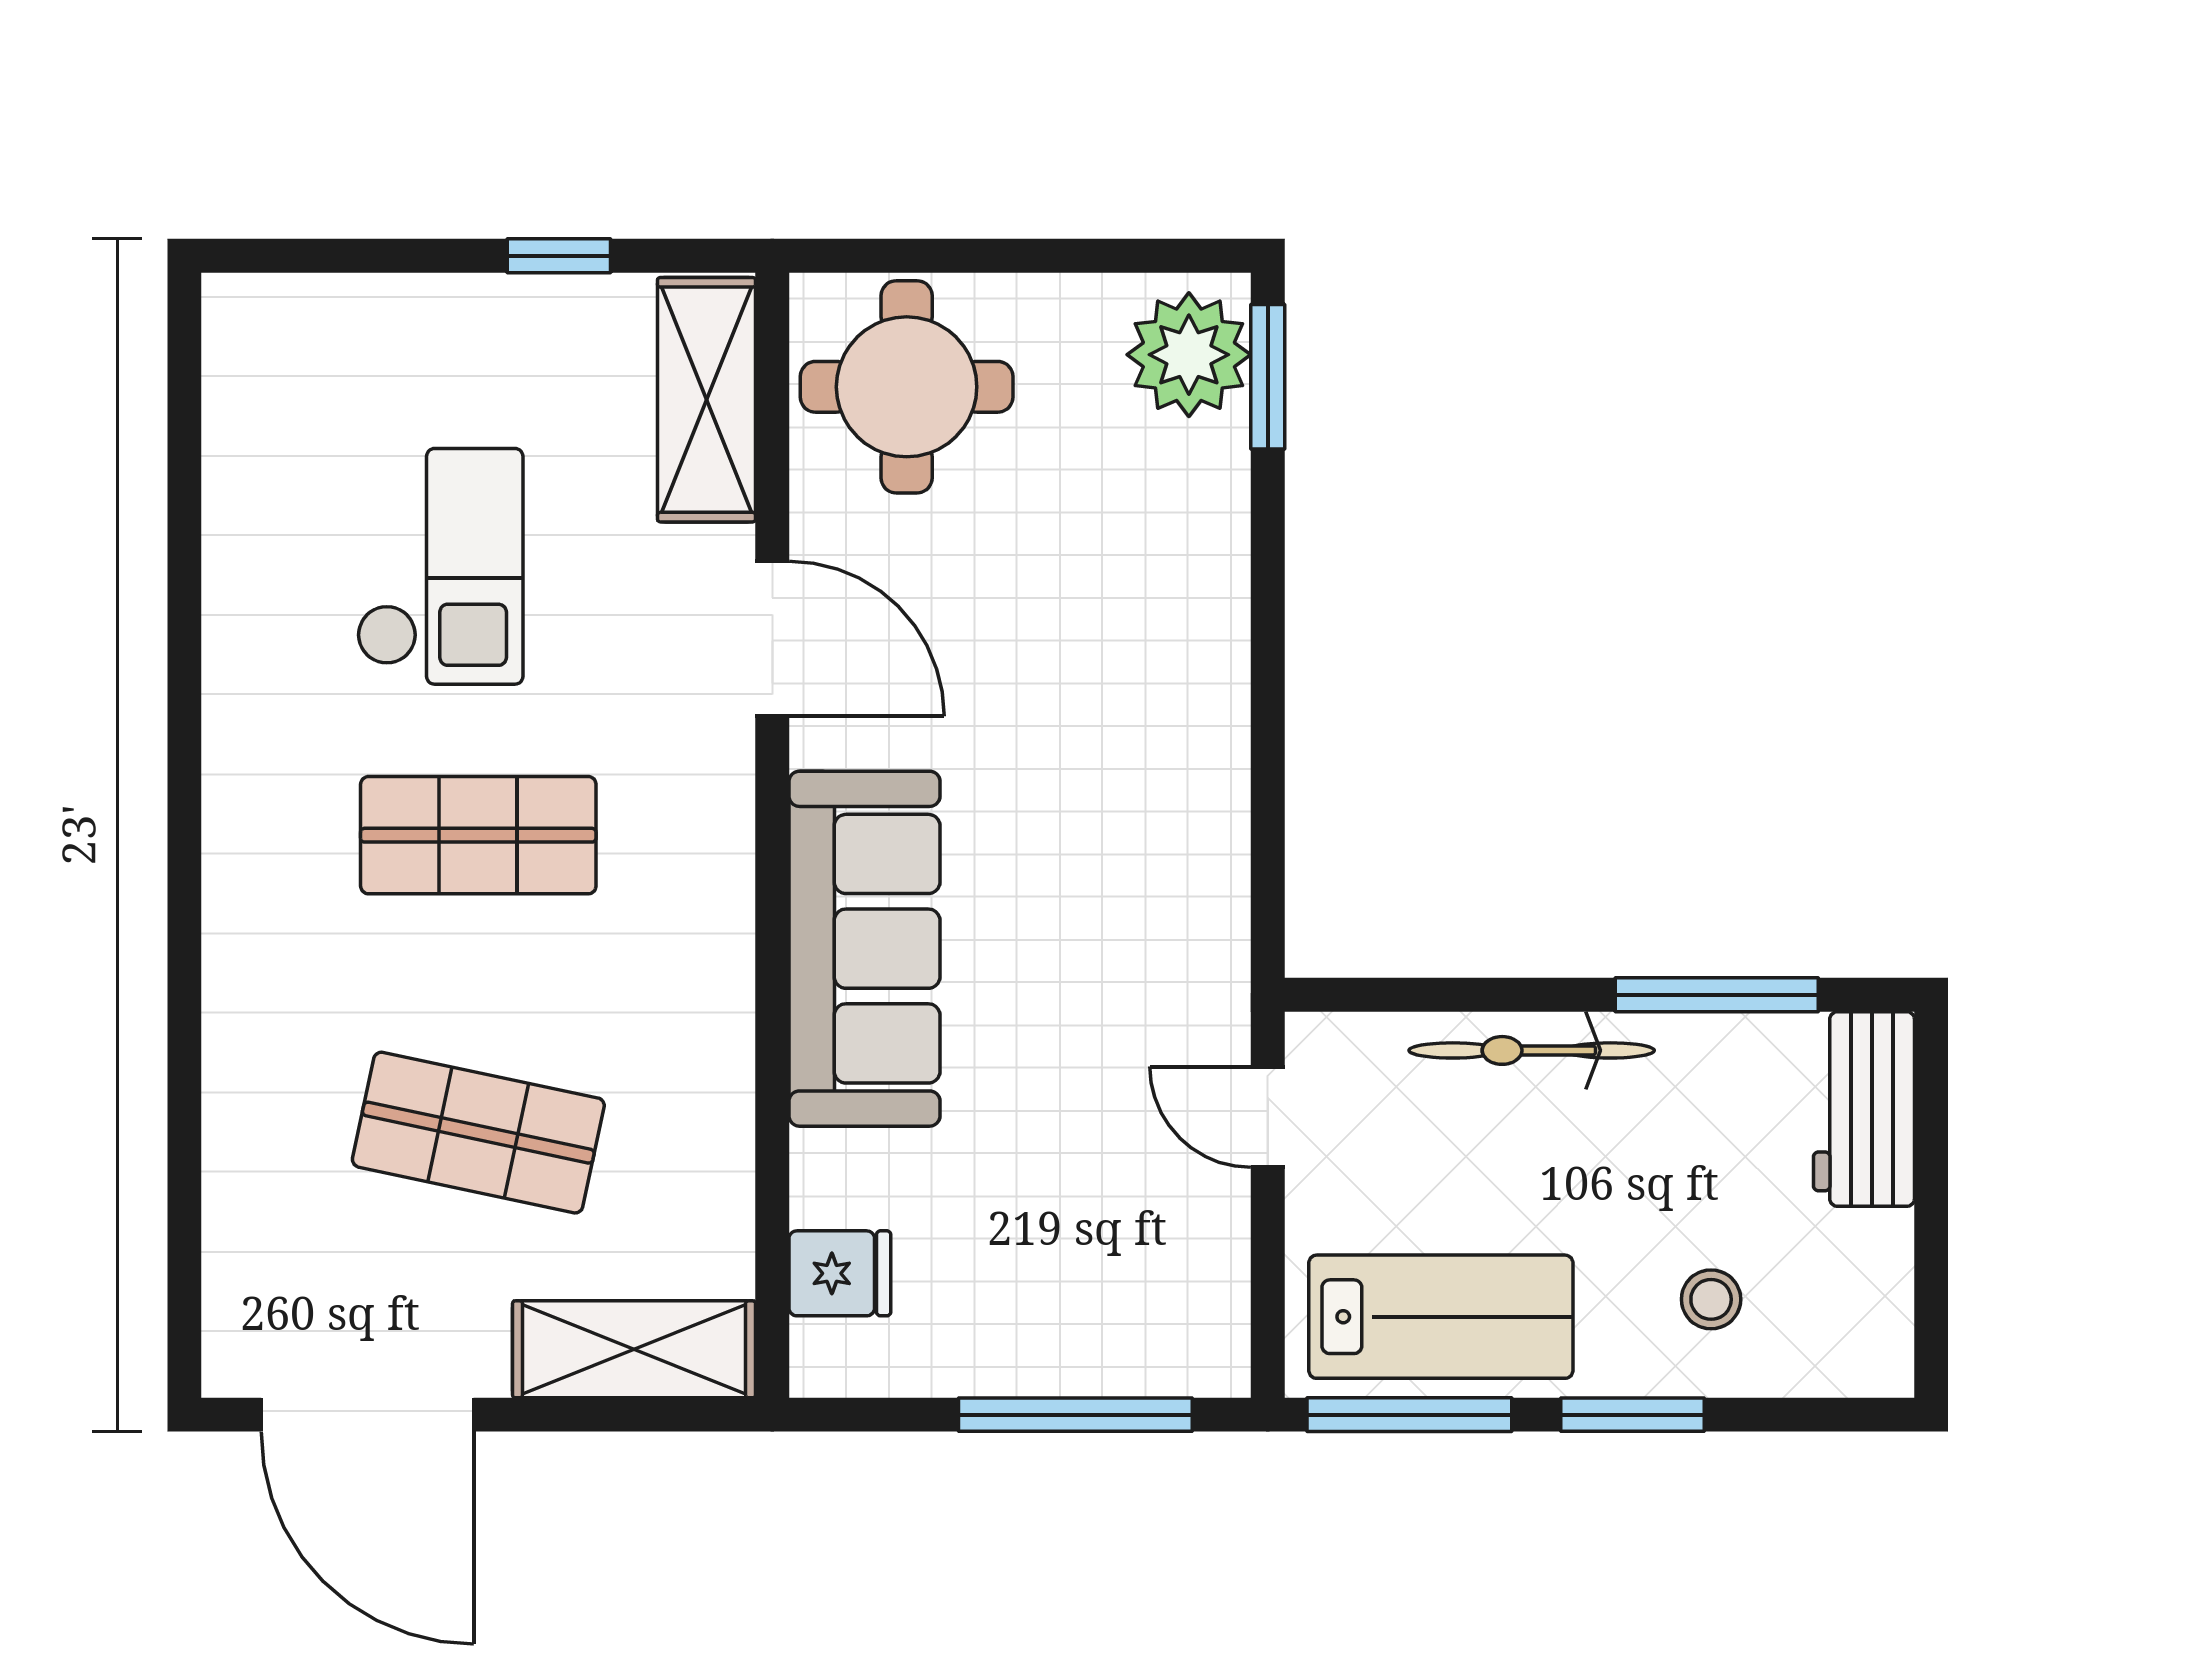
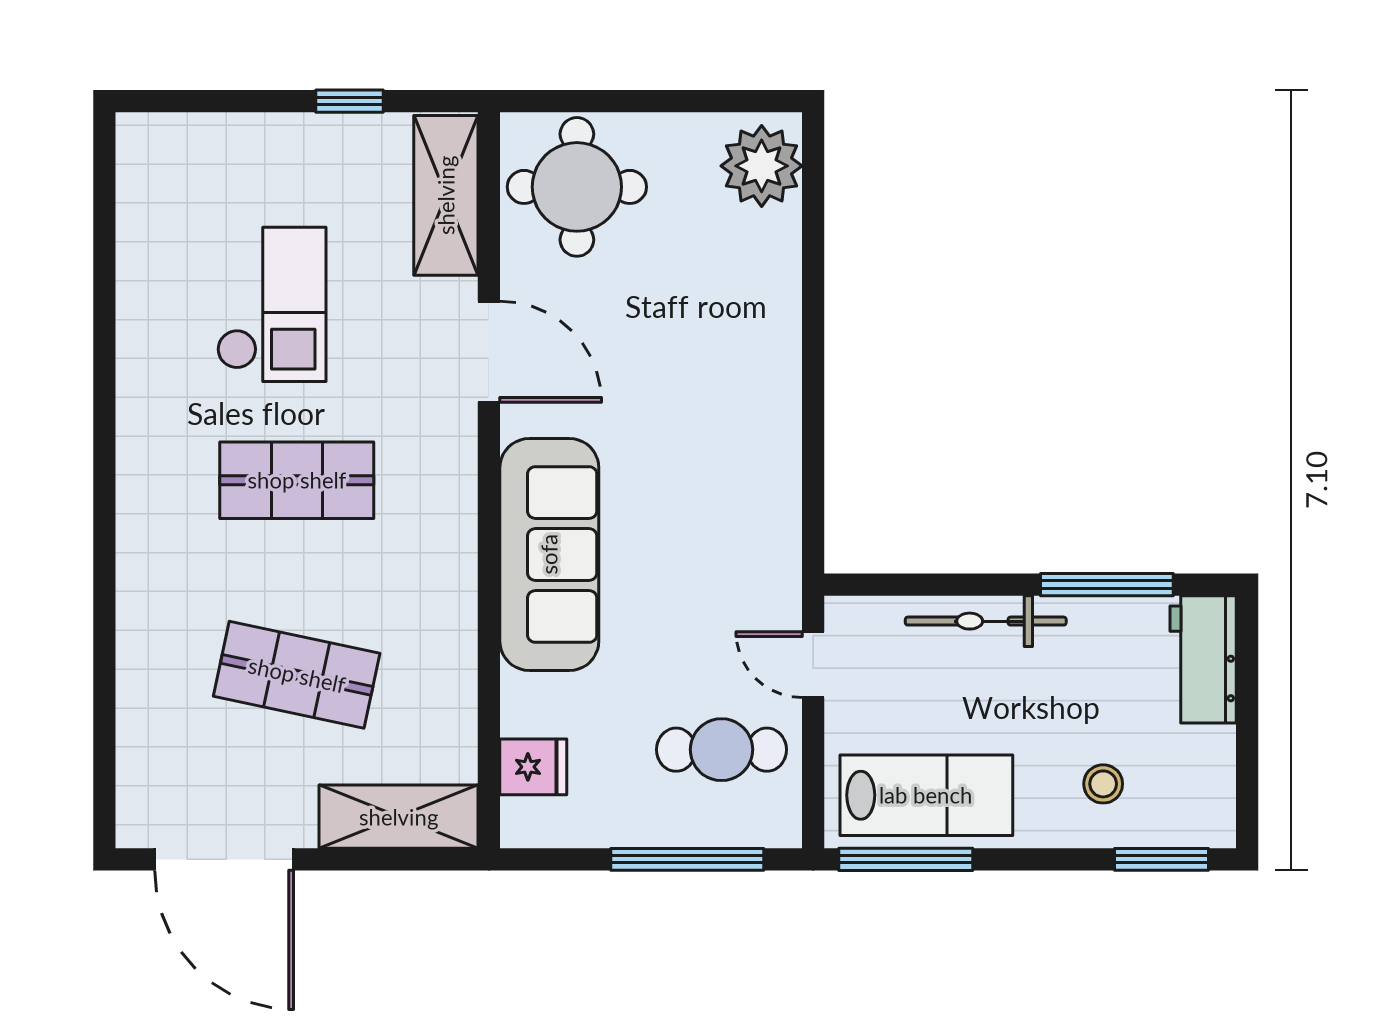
window: (1268, 377) -> (813, 180), removed
cafe table: (1128, 1247) -> (721, 750), added
window: (1633, 1415) -> (1162, 859), moved

